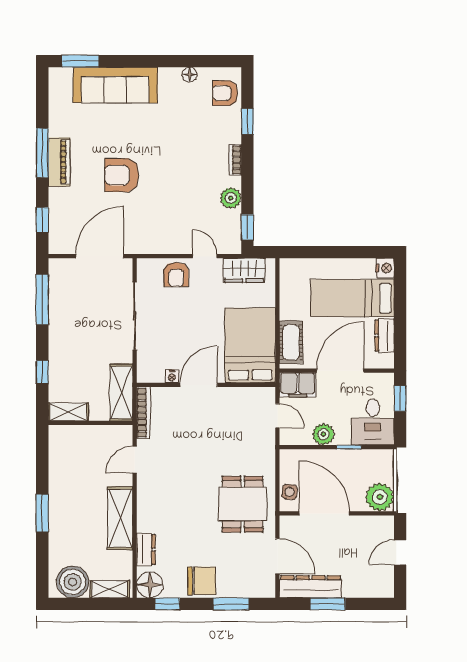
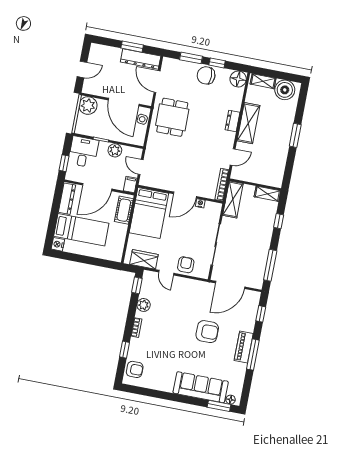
floor lamp: (189, 75) -> (231, 400), moved
dresser: (385, 336) -> (67, 199), width x1.44
filing cabinet: (298, 385) -> (130, 184), width x0.50
dresser: (146, 550) -> (233, 121), moved
window: (167, 604) -> (217, 63), moved

